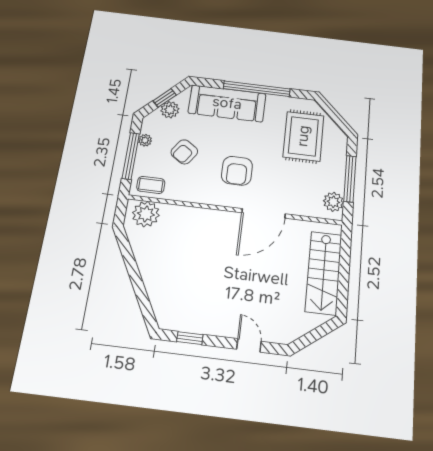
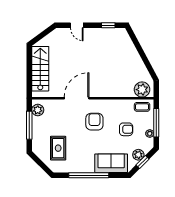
sofa: (227, 103) -> (111, 163), width x0.73
rug: (303, 136) -> (58, 148), width x0.73, depth x0.70
armchair: (184, 152) -> (126, 129), turned 56

